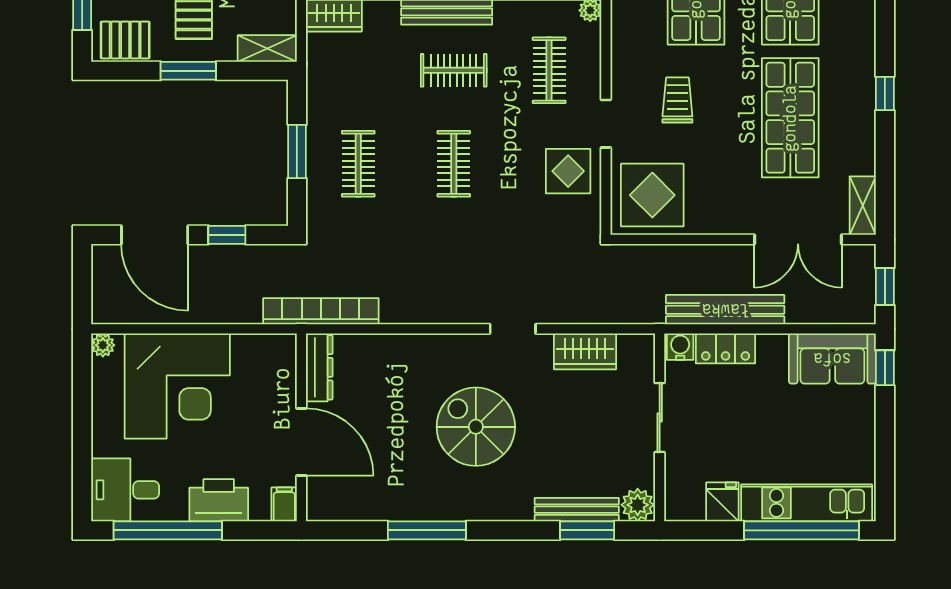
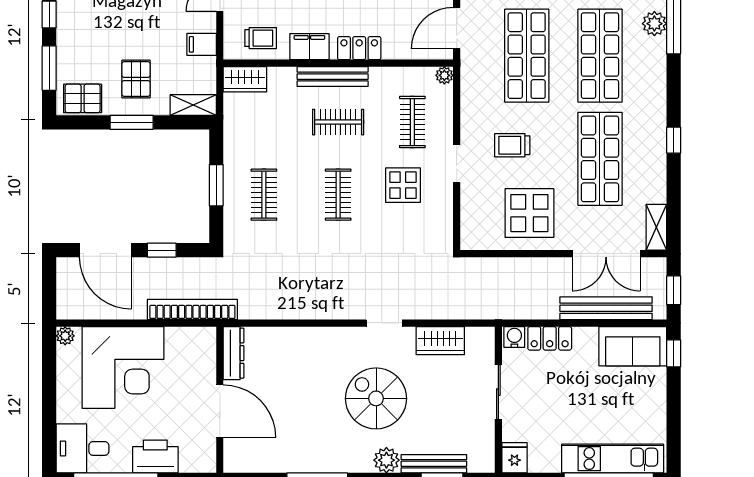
trolley: (677, 100) -> (512, 145), turned -90
display table: (568, 171) -> (403, 185), moved
display table: (652, 195) -> (529, 213), moved
bench: (725, 310) -> (606, 308), moved
bookcase: (321, 311) -> (192, 310), moved
spiral stairs: (476, 427) -> (376, 398), moved
fridge: (722, 502) -> (515, 458), moved
filing cabinet: (284, 504) -> (206, 460), removed
plant: (638, 505) -> (386, 460), moved

